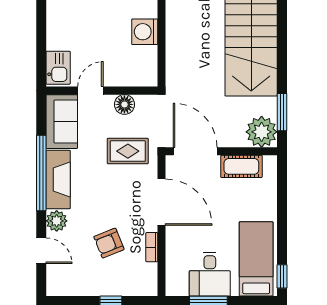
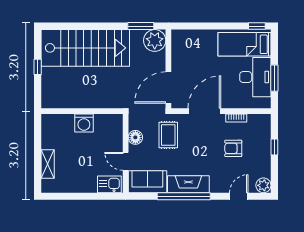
cot: (241, 166) -> (179, 55), removed
plant: (57, 221) -> (263, 185), moved
armchair: (109, 243) -> (233, 148), turned 112
desk: (210, 274) -> (255, 77), width x1.37

